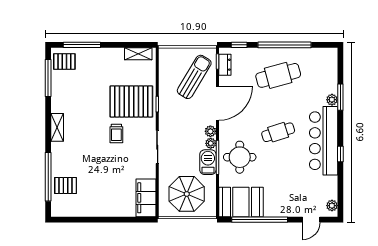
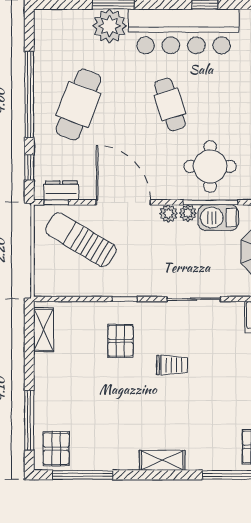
cafe table: (278, 75) -> (78, 104), turned 36
plant: (332, 100) -> (110, 26), width x1.87, depth x1.87
pallet: (131, 101) -> (120, 341), width x0.49, depth x0.50

